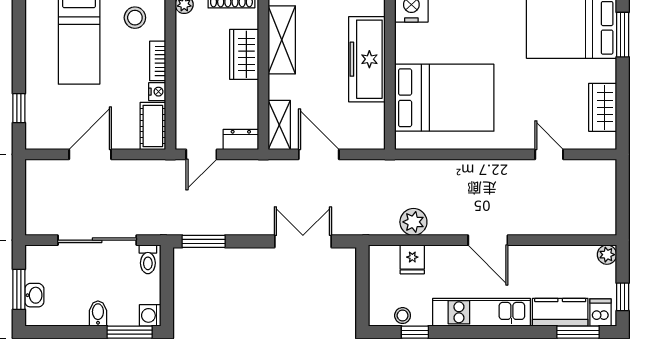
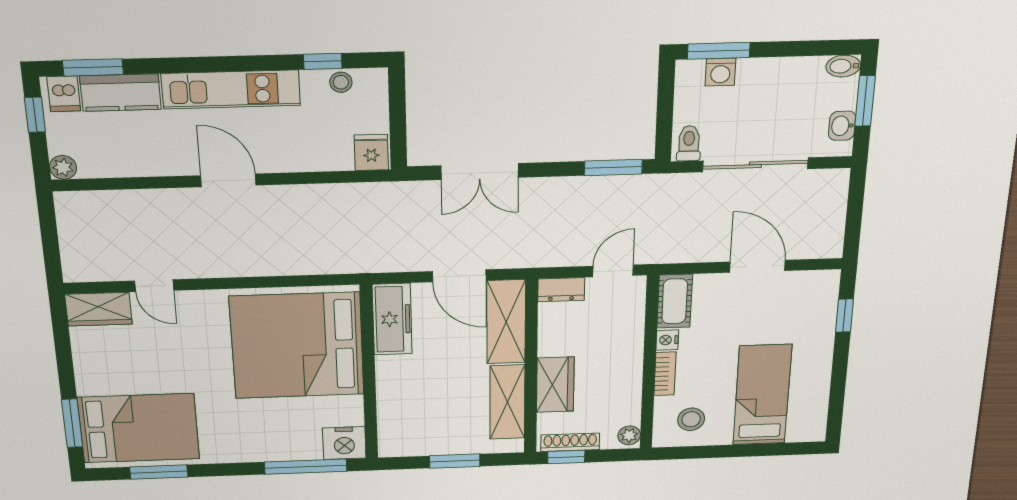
freezer: (367, 59) -> (392, 319), moved, width x0.73, depth x0.79
bed: (444, 98) -> (297, 346), width x1.36
wardrobe: (603, 107) -> (99, 309), moved, turned 90
shelving: (279, 125) -> (506, 322), width x1.50, depth x1.33
door: (90, 154) -> (757, 266), swing flipped
plant: (413, 222) -> (331, 200), removed
fridge: (412, 259) -> (371, 152), moved
washbasin: (34, 295) -> (842, 126), moved
bidet: (98, 313) -> (843, 66), moved, turned 90
washing machine: (150, 315) -> (720, 72), moved, turned 90

